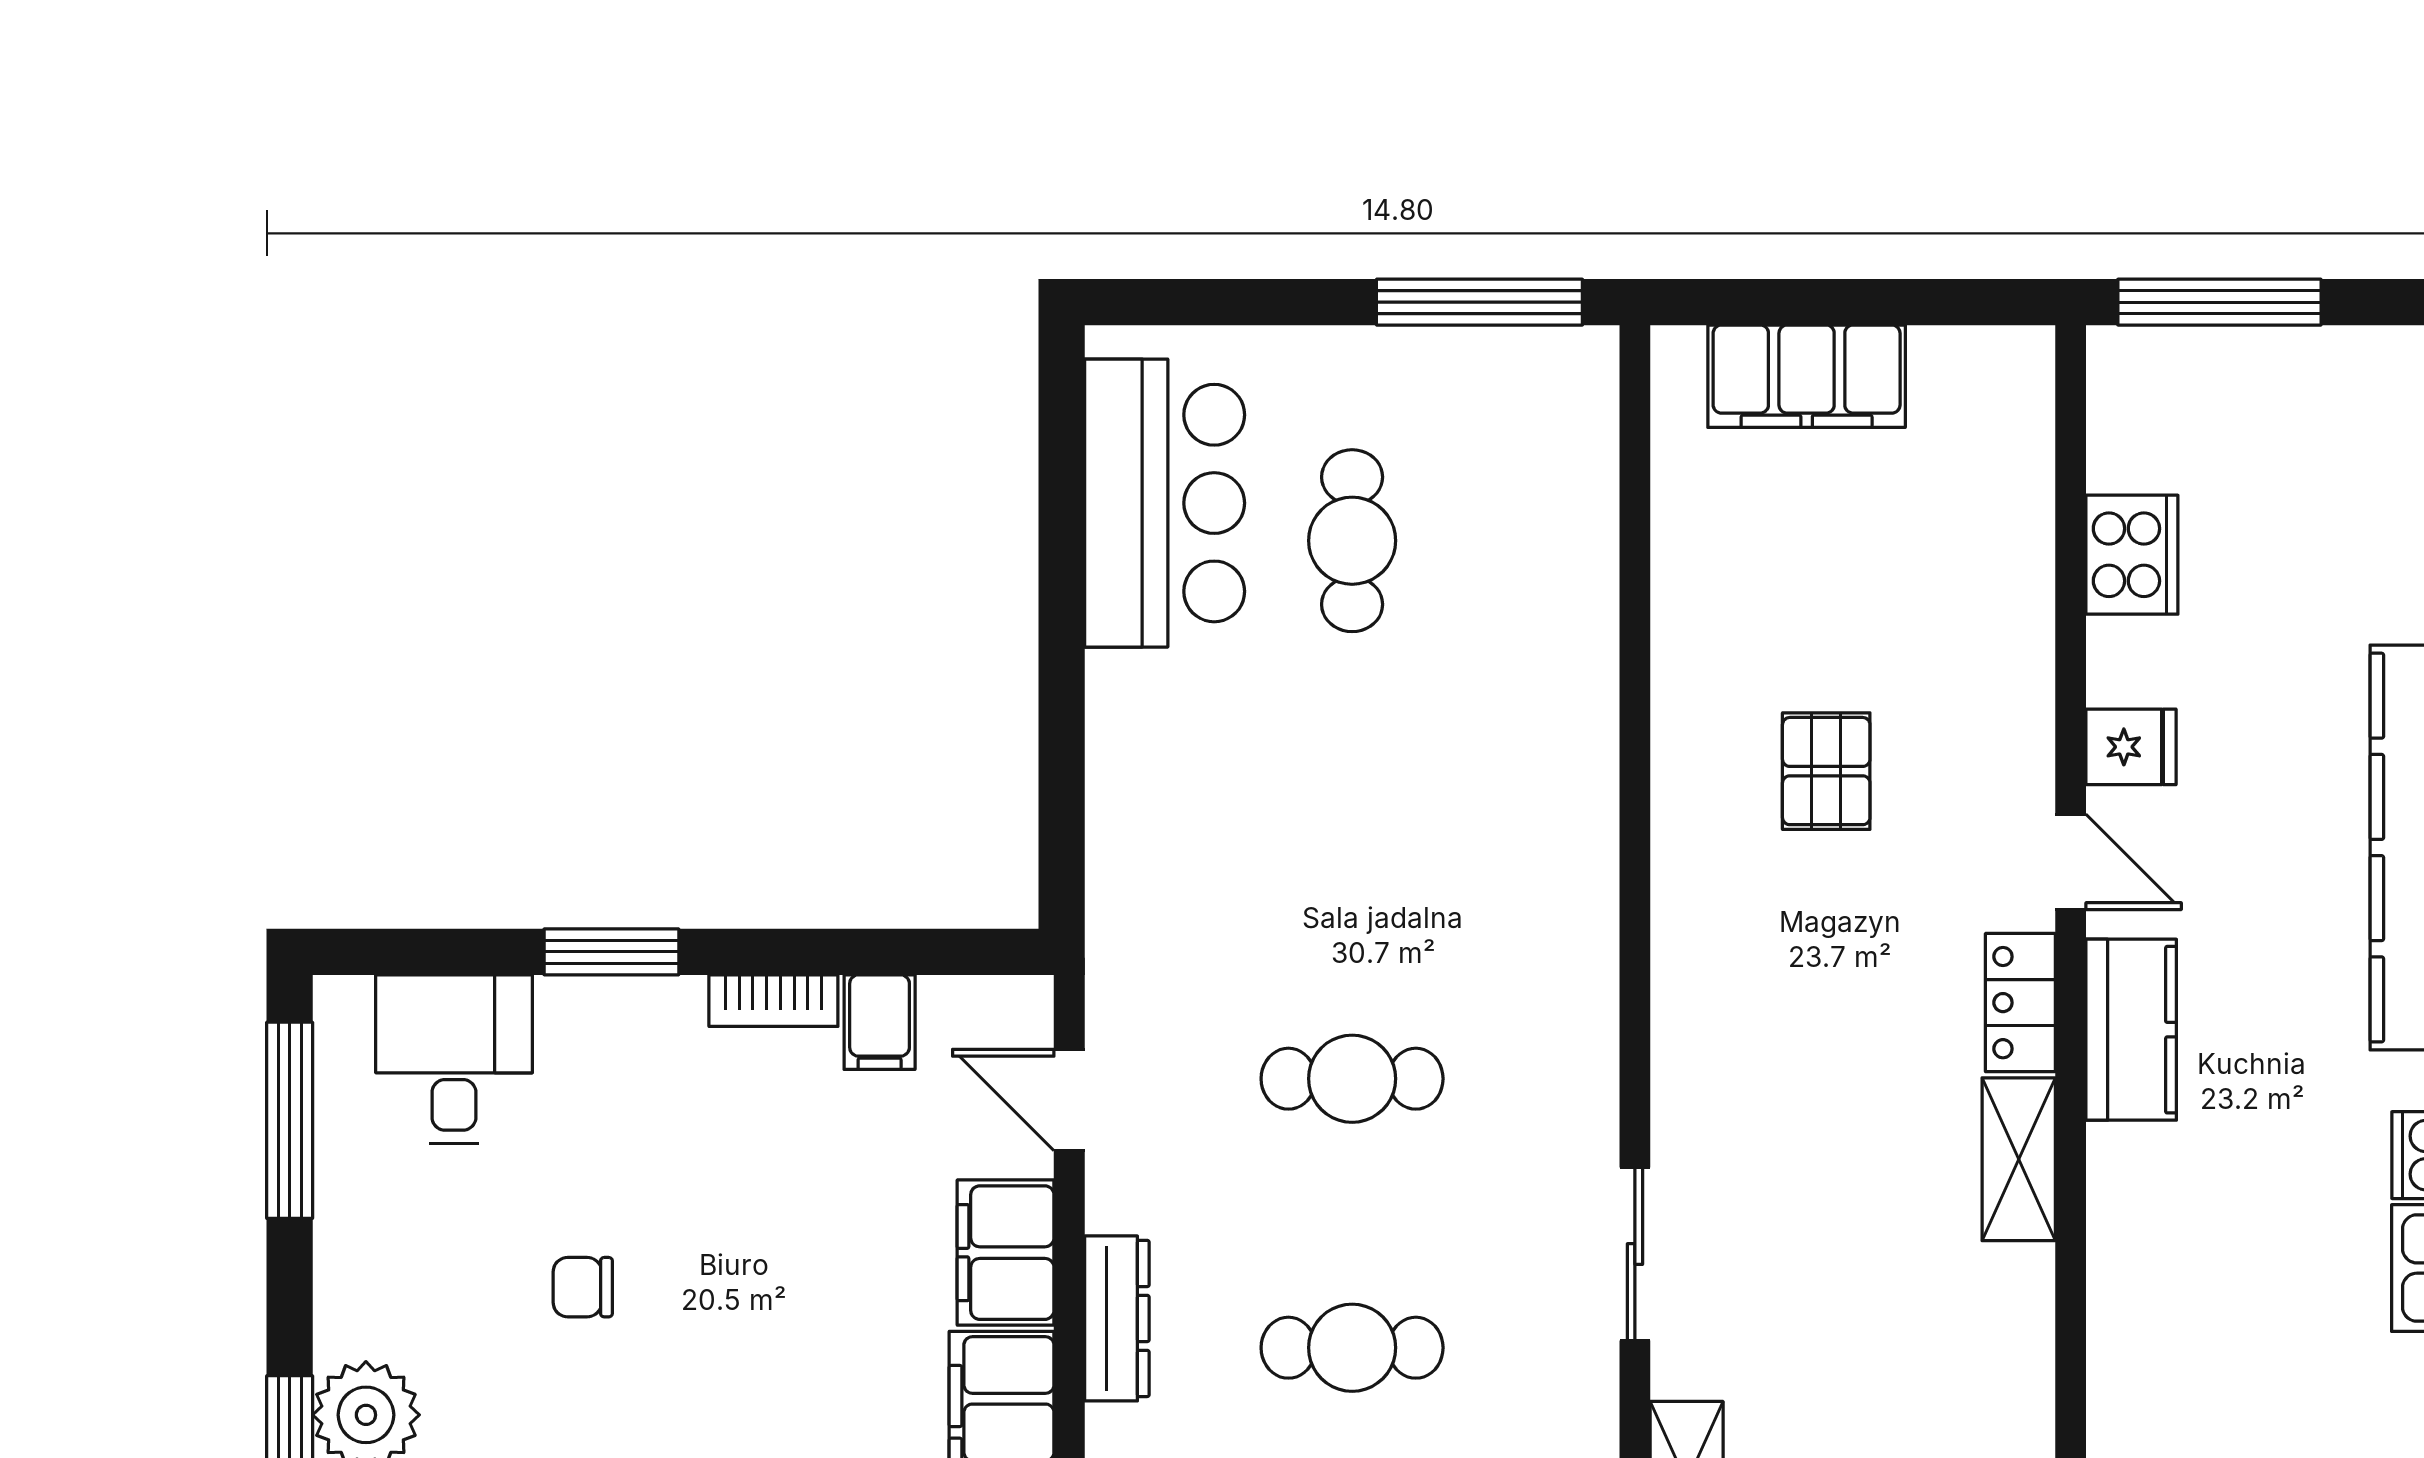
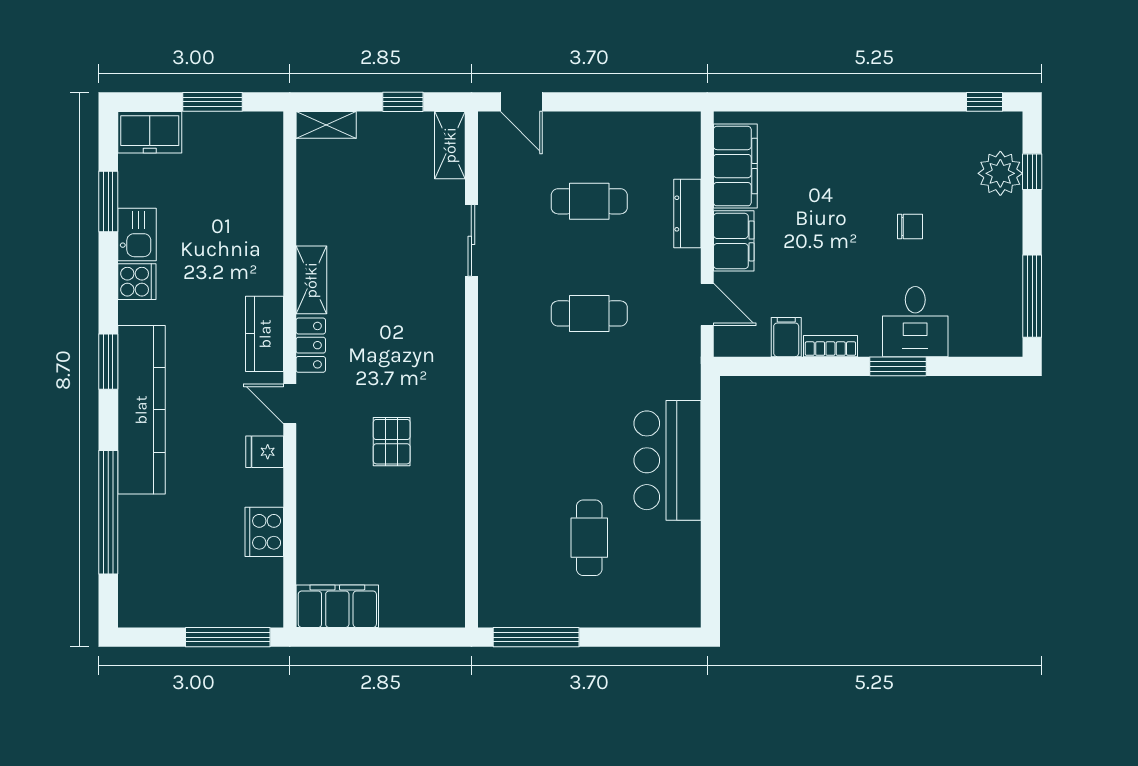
filing cabinet: (1807, 376) -> (337, 606), moved
bar counter: (1165, 503) -> (667, 460), moved
desk: (454, 1059) -> (915, 322), moved

